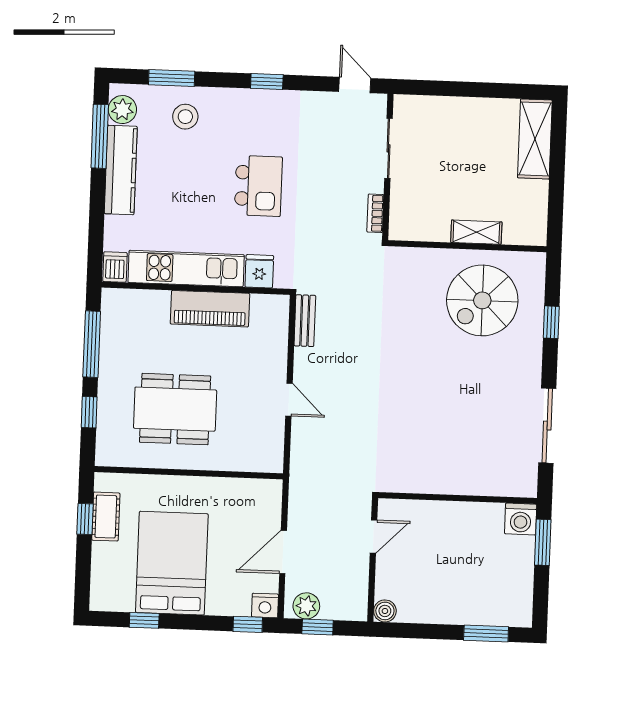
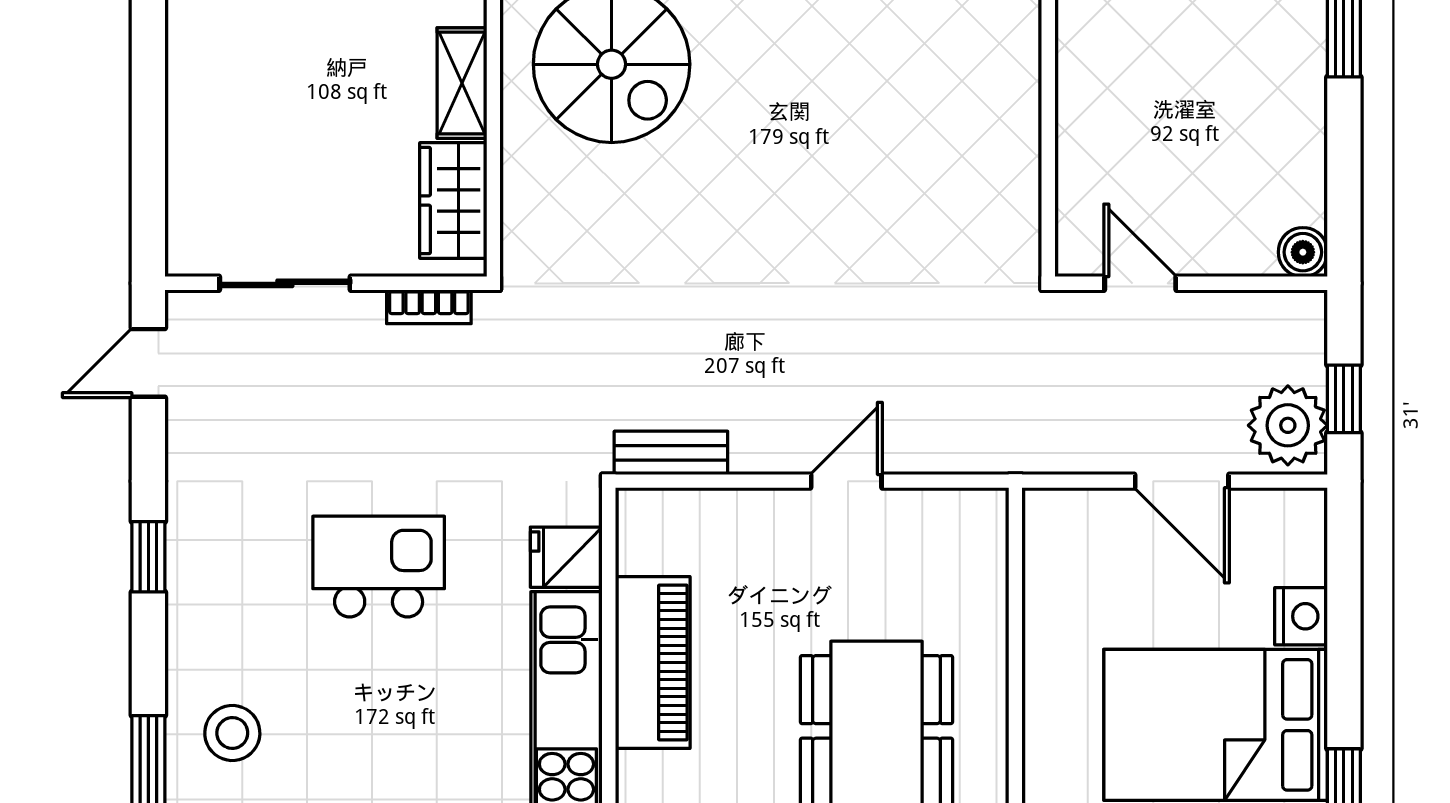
wardrobe: (423, 226) -> (453, 201), added
nightstand: (265, 606) -> (1301, 616), moved
plant: (306, 606) -> (1288, 425), width x1.36, depth x1.36
window: (248, 624) -> (1344, 553), removed

